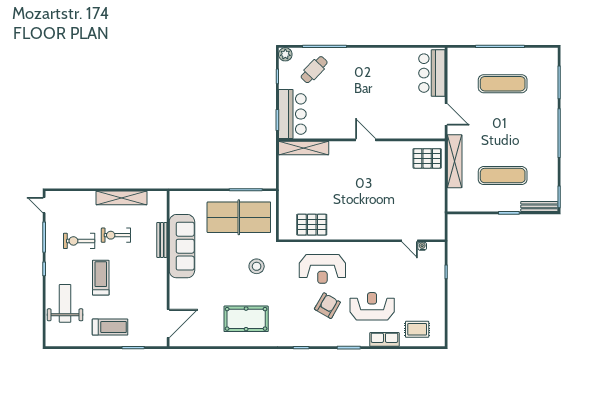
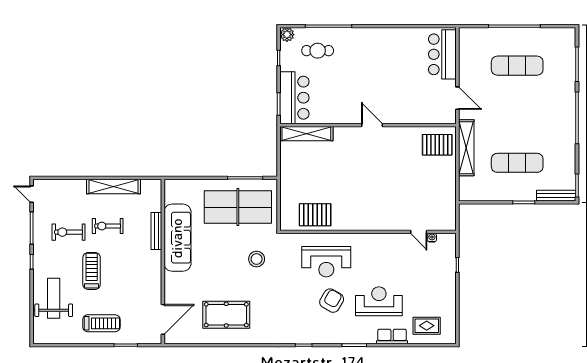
cafe table: (314, 70) -> (318, 51), turned 46
pool table: (246, 319) -> (226, 315), moved

